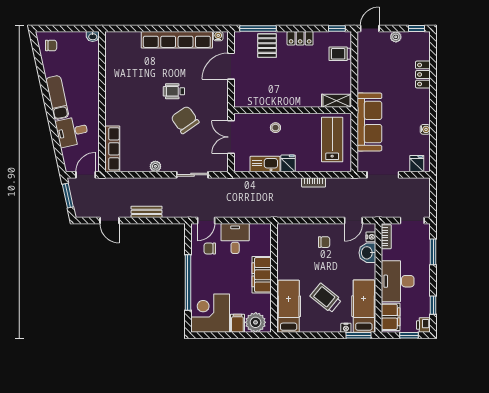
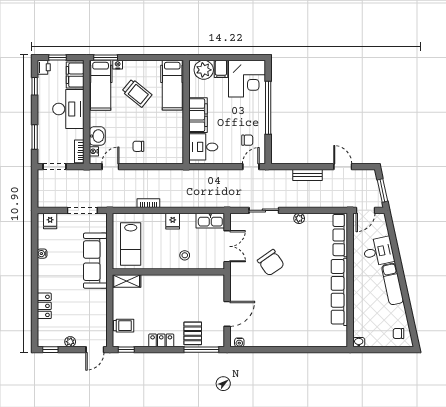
row of seats: (177, 40) -> (339, 292), moved, turned -90
wheelchair: (174, 91) -> (281, 290), removed
kitchen sink: (265, 164) -> (210, 221), moved
desk: (235, 238) -> (203, 147), moved, turned 90

